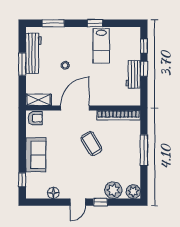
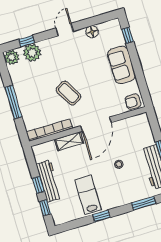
workbench: (133, 74) -> (49, 181), width x1.38
shelving: (38, 100) -> (69, 141), moved
window: (100, 202) -> (27, 41), moved

